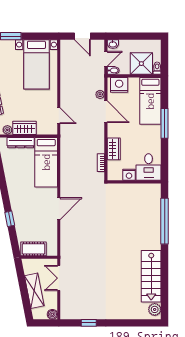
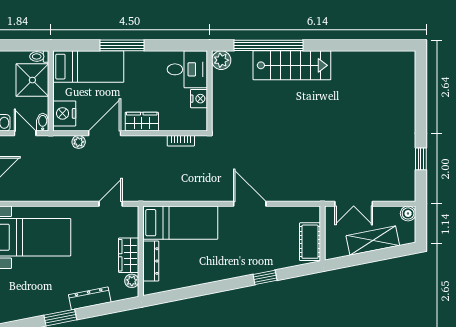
wardrobe: (114, 149) -> (142, 122), moved
stairs: (151, 276) -> (292, 65), moved
plant: (155, 309) -> (221, 60), moved

